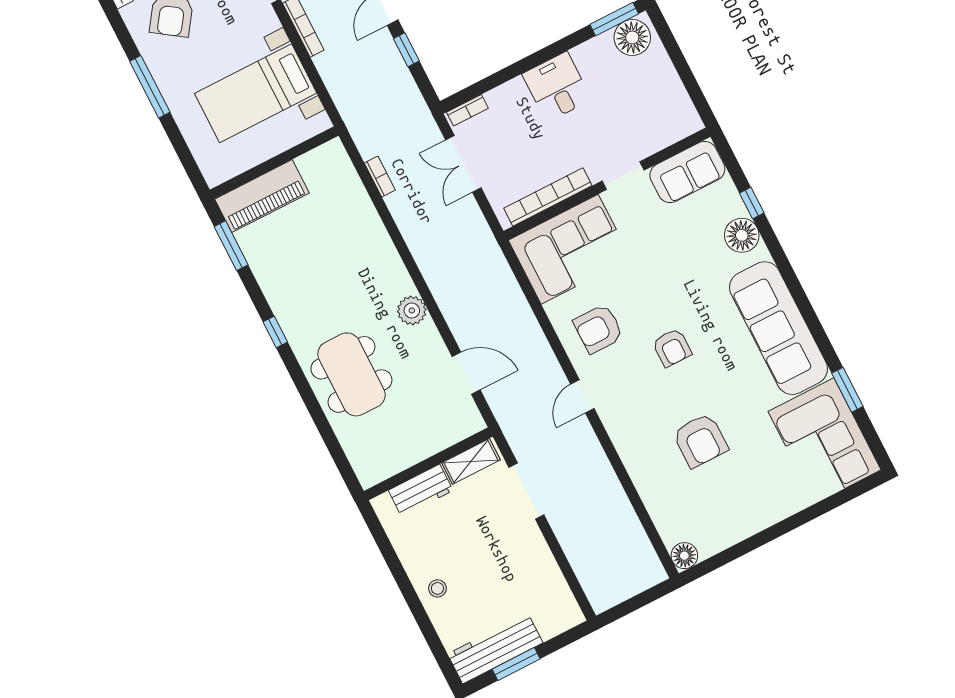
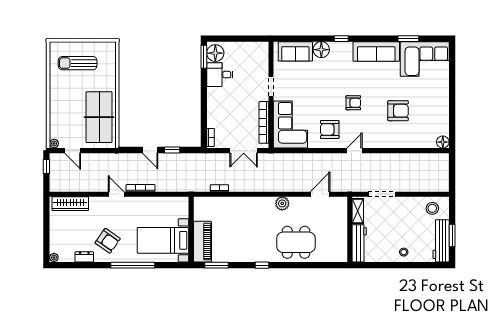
window: (150, 87) -> (133, 265), width x1.46
desk: (557, 87) -> (220, 75), moved
bed with nightstands: (256, 93) -> (163, 240), moved, turned 90
double door: (463, 164) -> (244, 151), moved
sofa: (687, 172) -> (295, 51), moved, turned 90
window: (752, 203) -> (341, 39), moved
sofa: (778, 328) -> (376, 51), width x0.74, depth x0.79
armchair: (598, 329) -> (330, 129), turned 90
door: (582, 396) -> (354, 151), swing flipped
workbench: (421, 490) -> (359, 243), width x1.37
stool: (548, 600) -> (432, 208), added

